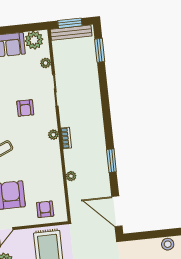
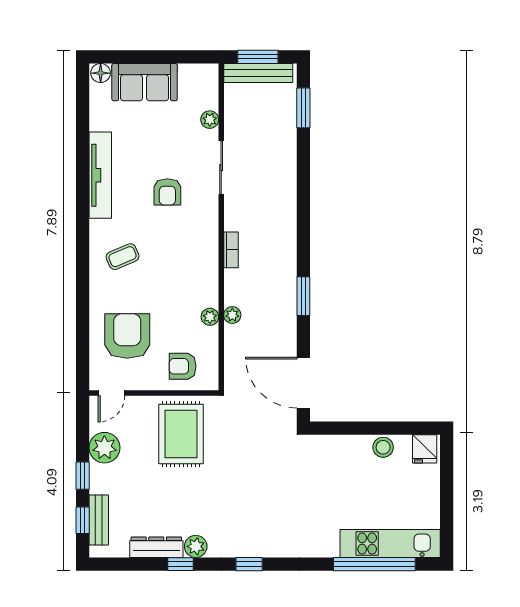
plant: (34, 40) -> (194, 79), removed
plant: (53, 135) -> (210, 317), moved
armchair: (45, 209) -> (183, 366), turned -90

